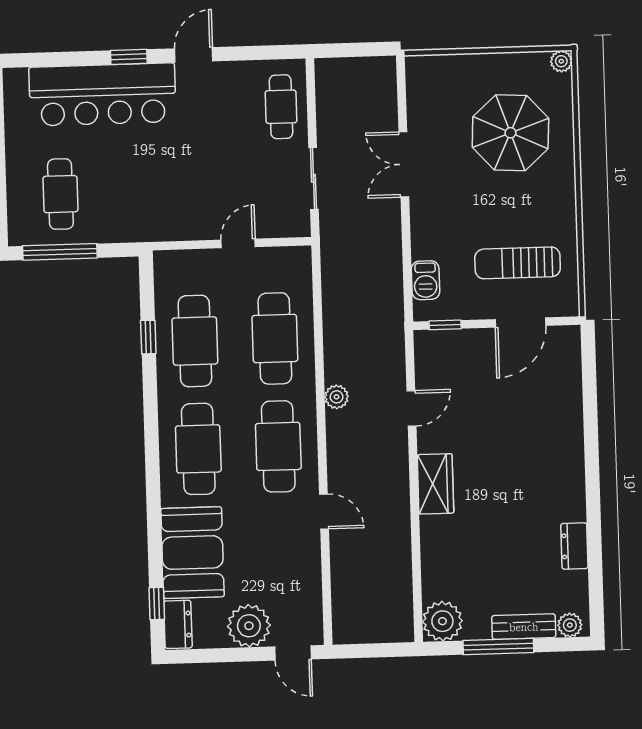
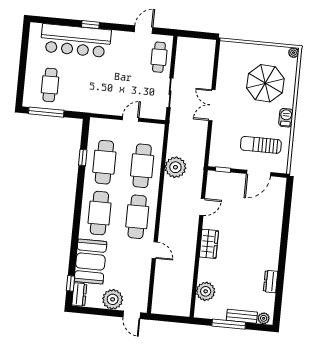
door: (194, 55) -> (144, 30), moved
double door: (404, 164) -> (212, 105), moved
barbecue: (425, 280) -> (286, 118), moved, turned 180
plant: (337, 397) -> (175, 167), moved, width x1.88, depth x1.88
plant: (442, 621) -> (206, 291), moved

